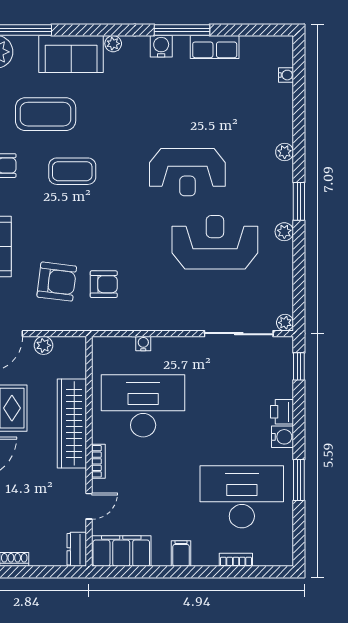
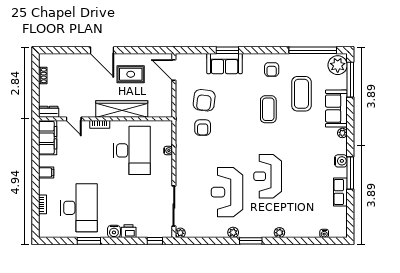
reception desk: (215, 242) -> (227, 192), turned 180
plant: (44, 345) -> (167, 93), removed

